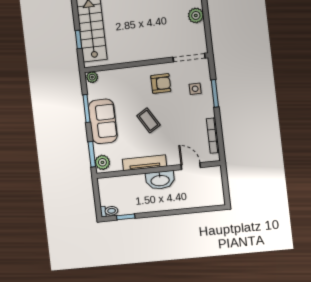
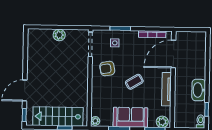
armchair: (161, 83) -> (107, 69), turned -100
door: (191, 166) -> (173, 54), width x1.87
washbasin: (160, 180) -> (199, 90), moved, turned 180

